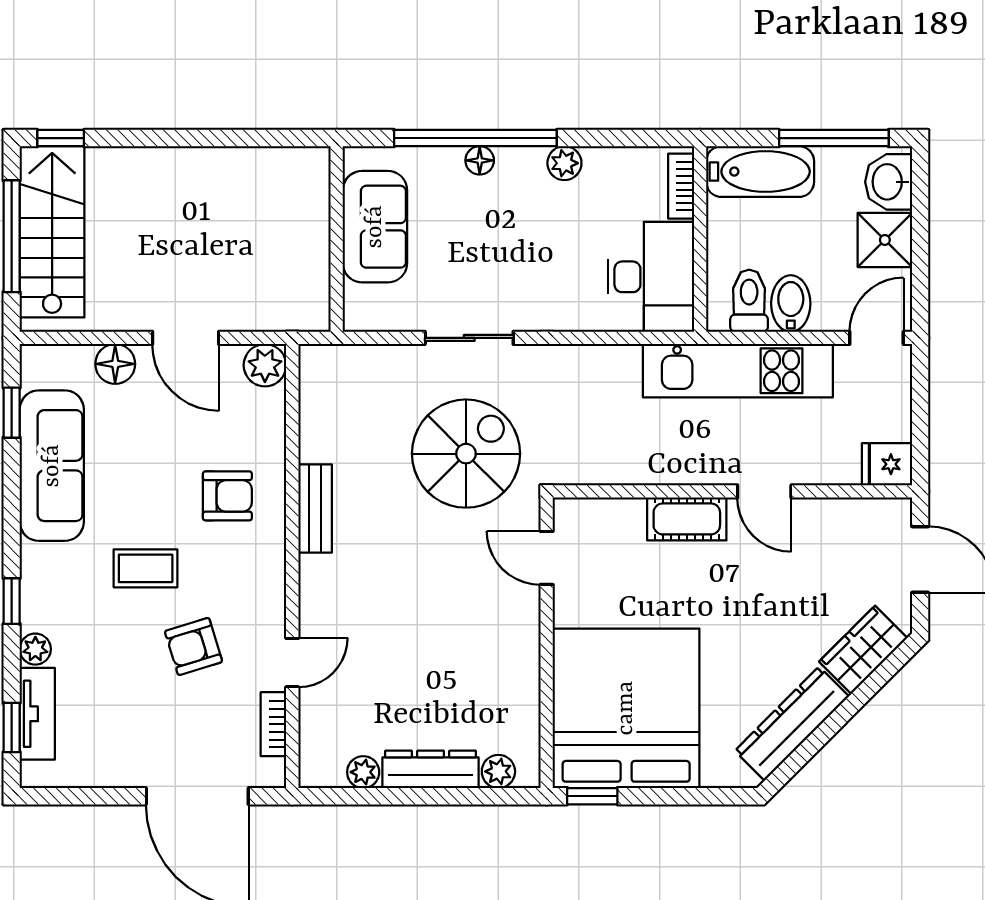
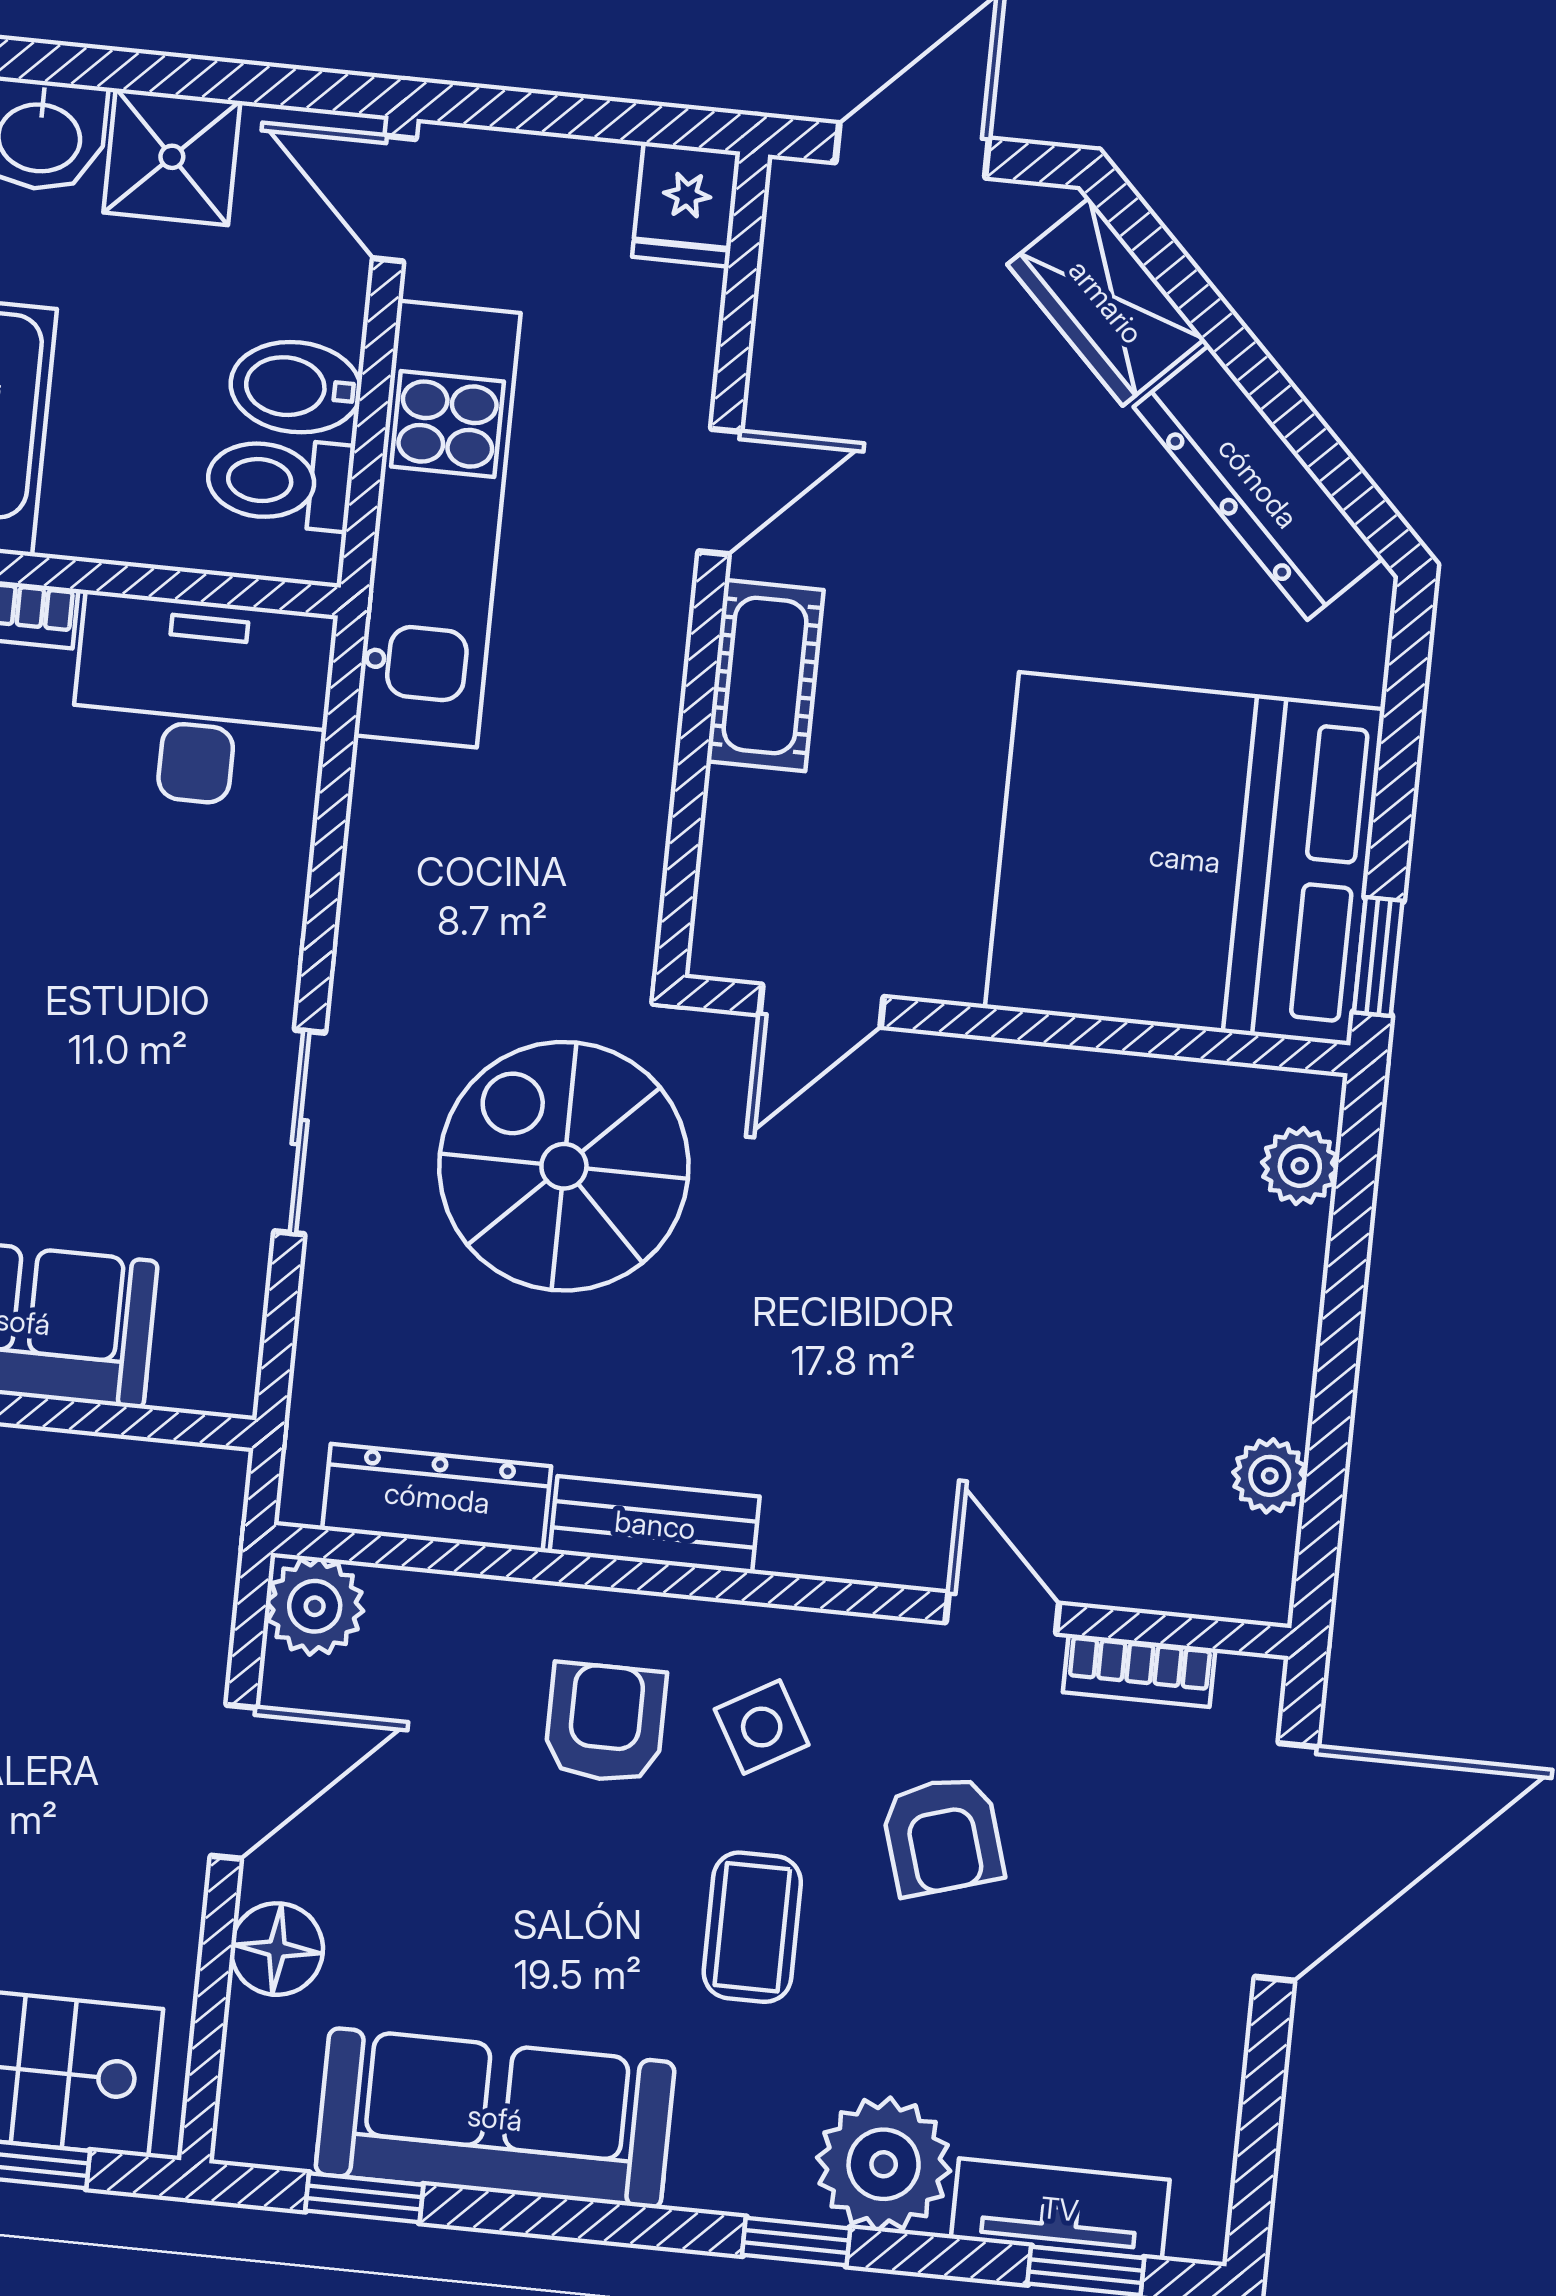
side table: (232, 564) -> (762, 1727), added
plant: (35, 649) -> (884, 2164), width x1.88, depth x1.88
dresser: (430, 769) -> (437, 1498), moved, turned 90

